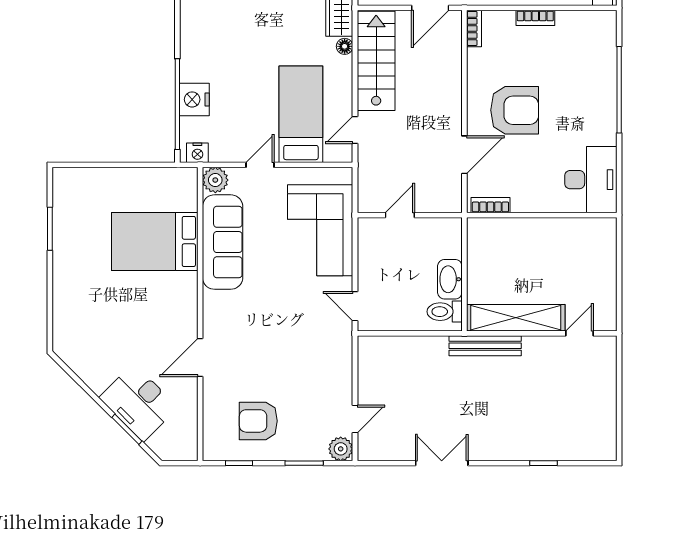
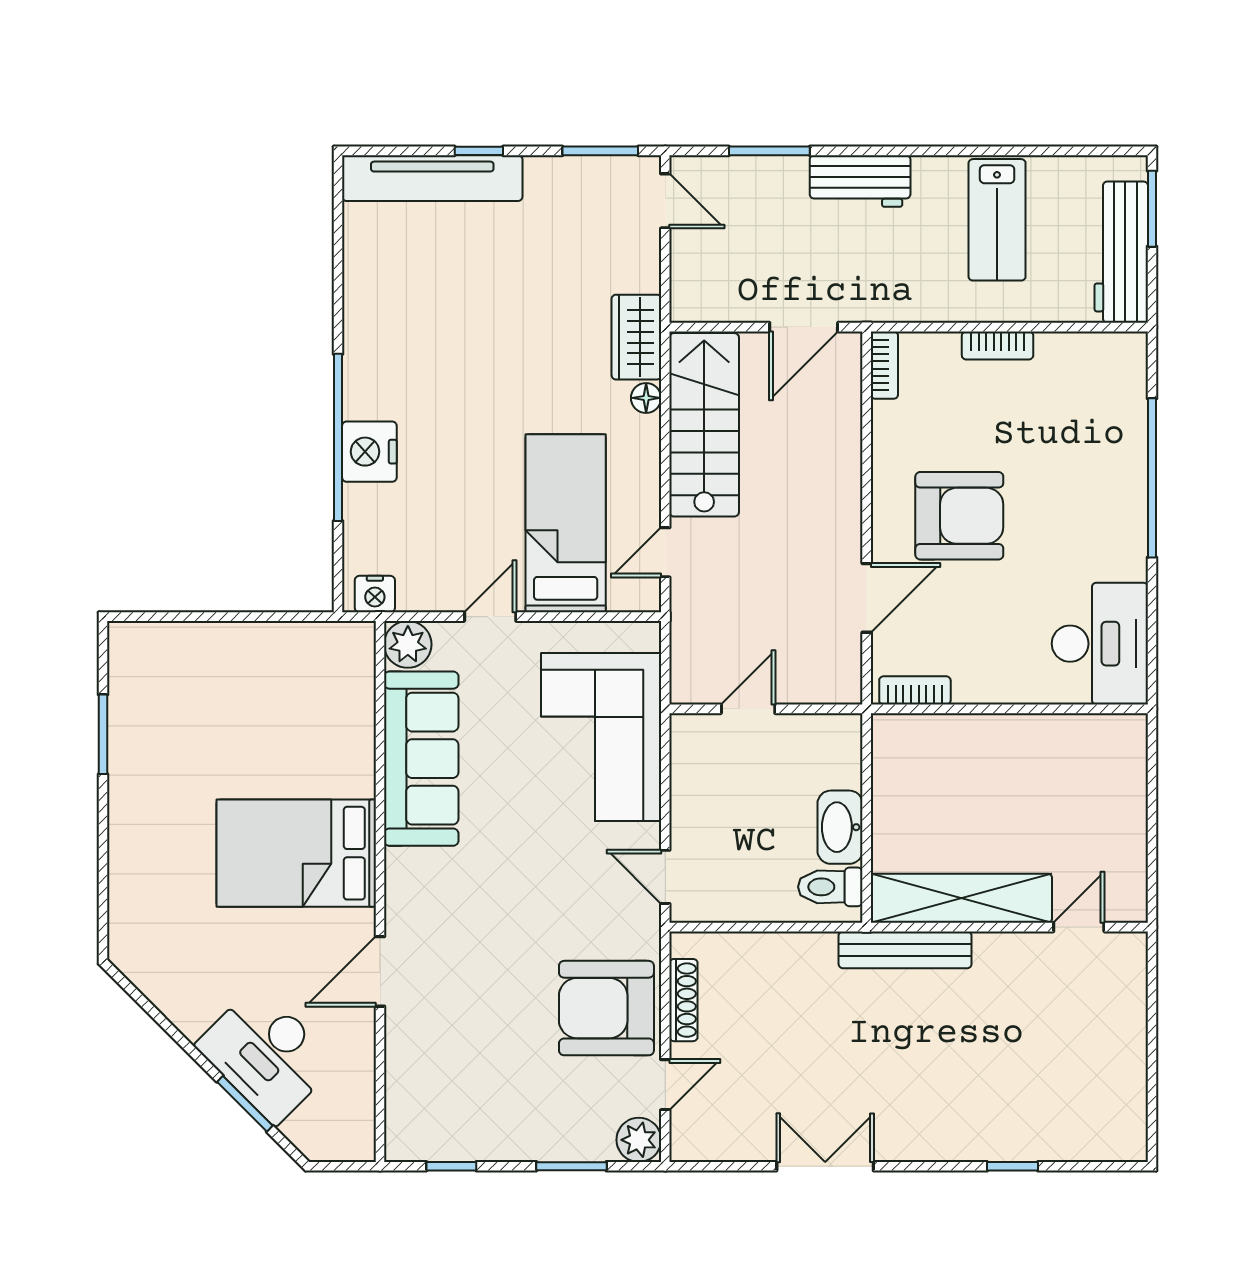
nightstand: (194, 99) -> (369, 452), moved
window: (177, 104) -> (338, 437), moved
bed: (155, 241) -> (296, 853), moved
shoe rack: (365, 373) -> (683, 1000), added
armchair: (258, 421) -> (606, 1008), moved, width x1.36, depth x1.36

